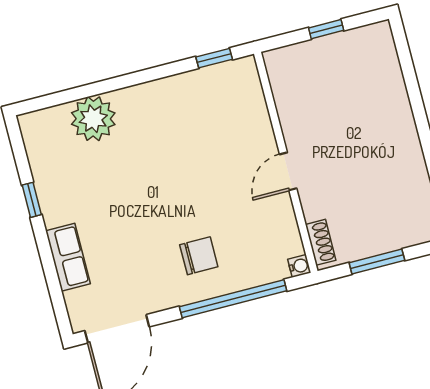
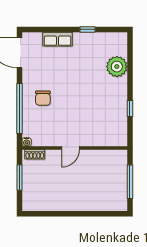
window: (326, 29) -> (130, 182), width x2.17
window: (214, 58) -> (130, 109), moved
door: (288, 171) -> (70, 148), swing flipped

